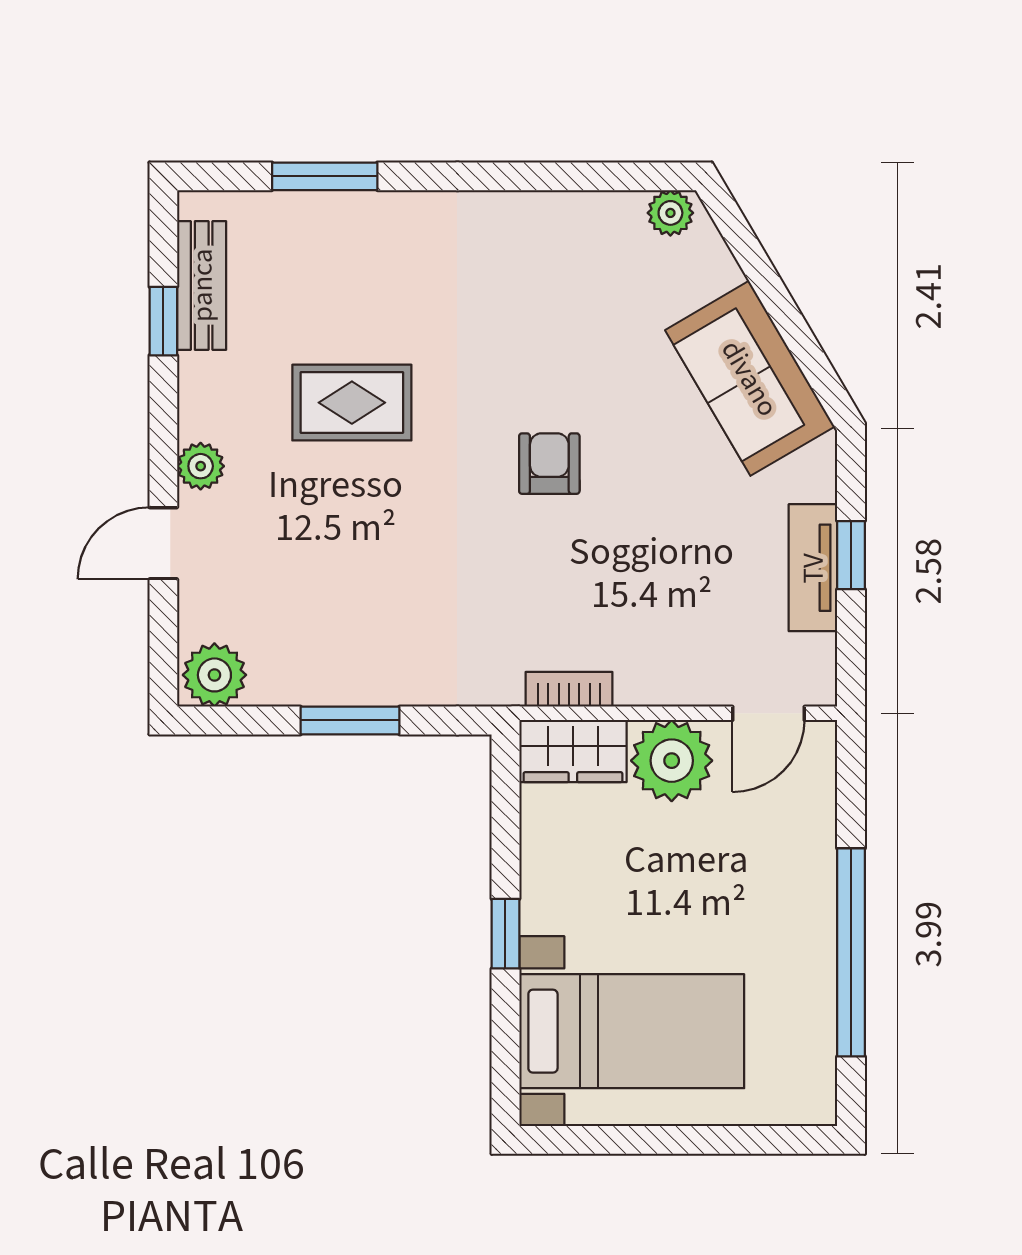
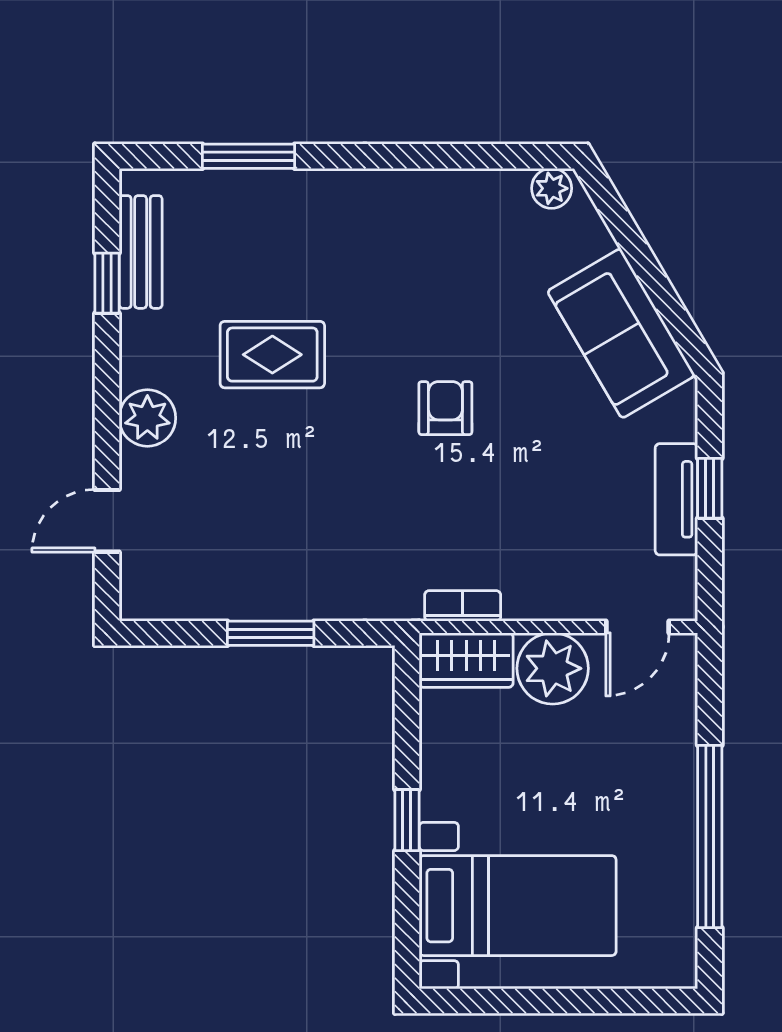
plant: (201, 466) -> (147, 418), width x1.38, depth x1.38
door: (163, 543) -> (107, 521), moved
plant: (214, 675) -> (152, 593), removed

